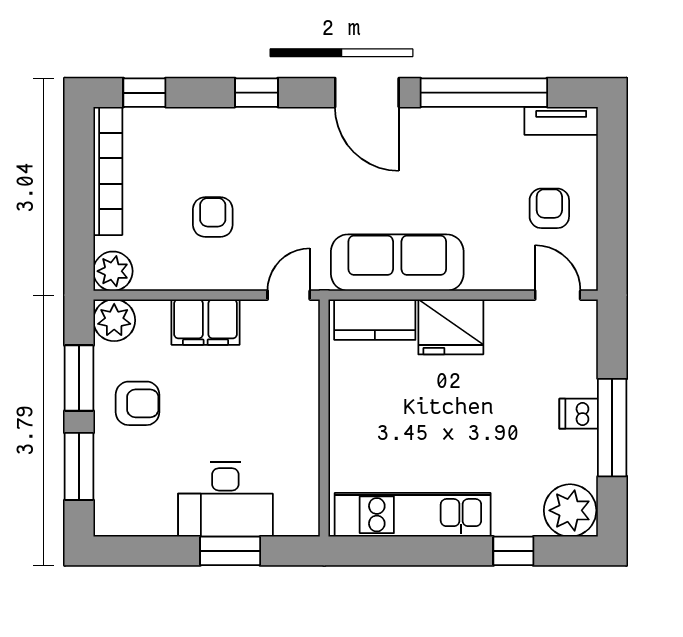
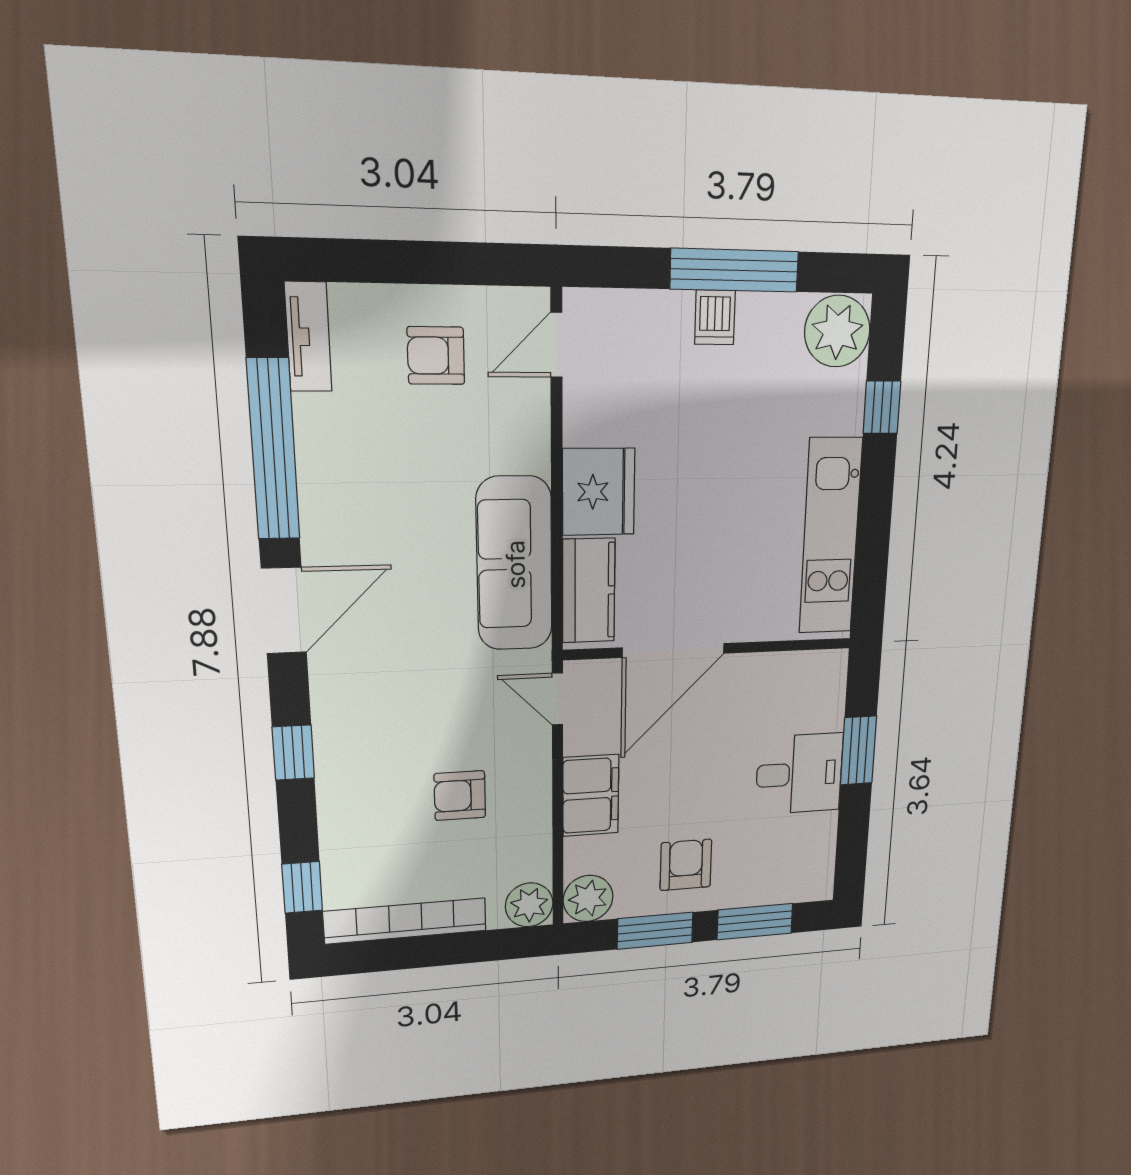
door: (324, 388) -> (673, 650), added
desk: (225, 499) -> (799, 774), width x0.73

